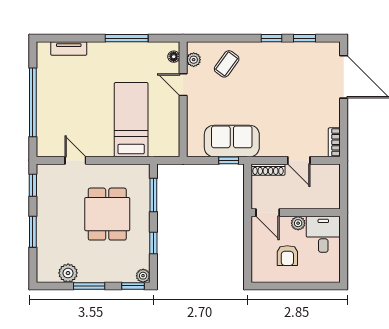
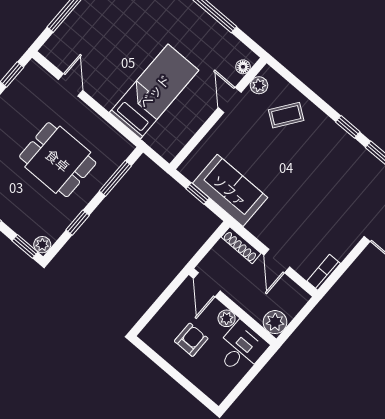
window: (229, 160) -> (198, 193), moved
plant: (330, 200) -> (275, 322), added
dining table: (107, 214) -> (58, 160), turned 90
armchair: (287, 256) -> (191, 340), turned 180

